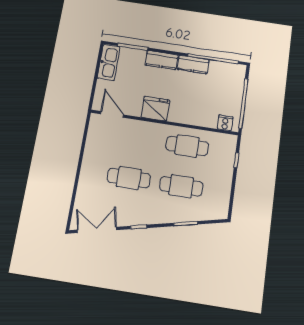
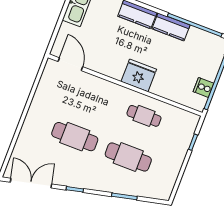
fridge: (155, 109) -> (139, 75), moved
cooker: (225, 123) -> (203, 87), moved, turned -90
cafe table: (187, 146) -> (144, 116), width x0.73, depth x0.74

